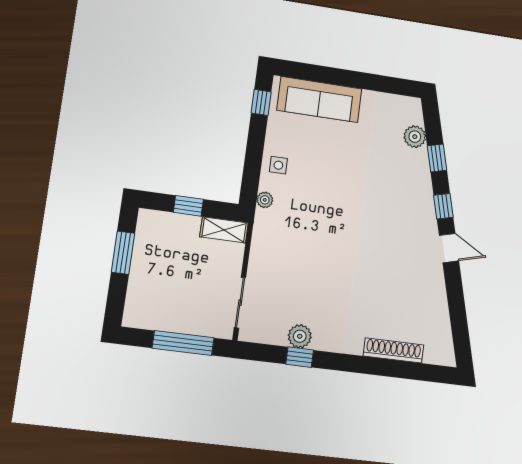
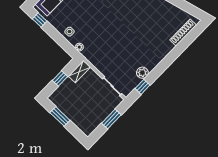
window: (183, 343) -> (111, 119), width x0.69
shoe rack: (393, 350) -> (183, 32), moved
window: (300, 357) -> (143, 87), moved

